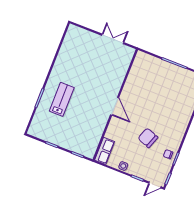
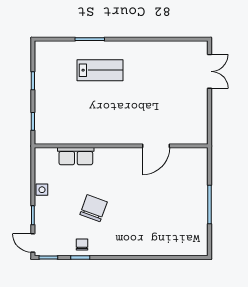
double door: (113, 39) -> (209, 71), moved
door: (115, 106) -> (156, 146), moved
row of seats: (105, 151) -> (76, 156), moved

